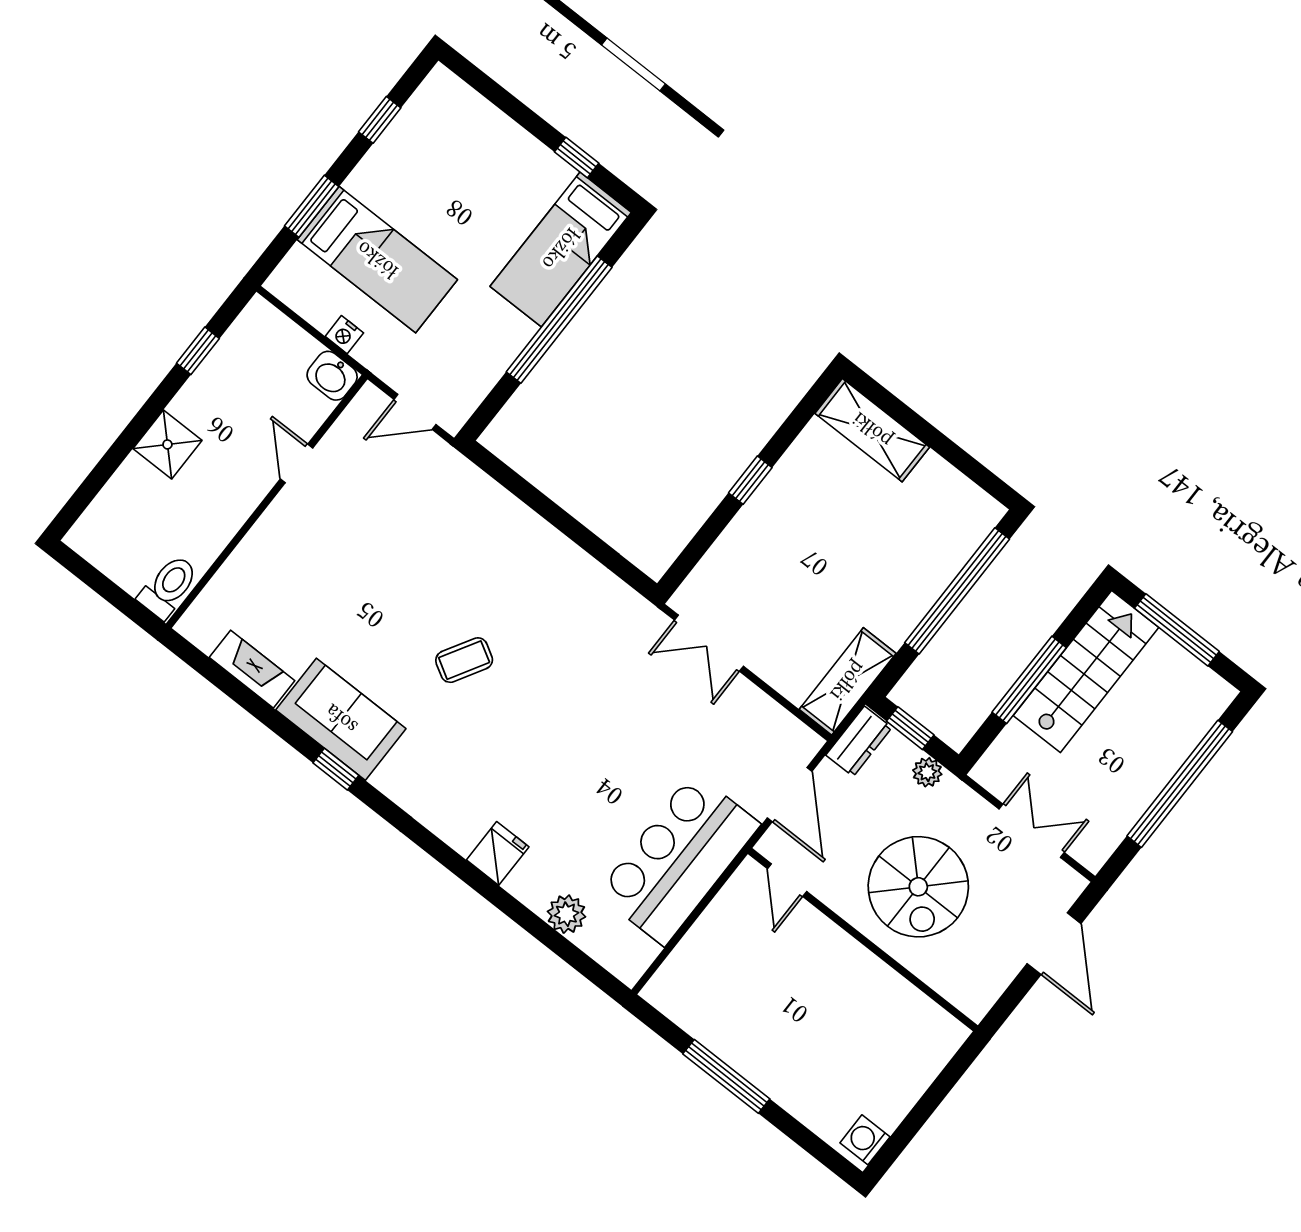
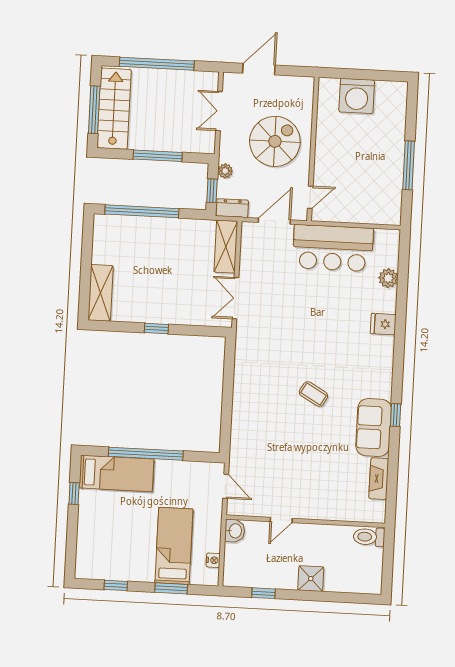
nightstand: (344, 335) -> (213, 560), moved
double door: (709, 643) -> (235, 298), swing flipped
stairs: (1086, 672) -> (114, 109), moved, turned 90
shelving: (848, 681) -> (226, 247), moved, turned 90
washing machine: (865, 1140) -> (357, 96), moved, width x1.89, depth x1.89

